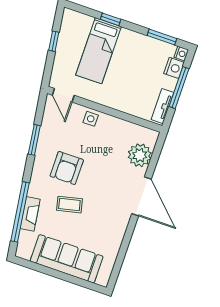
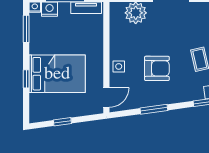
bed: (99, 51) -> (57, 74), width x1.50
armchair: (67, 168) -> (157, 68), moved

